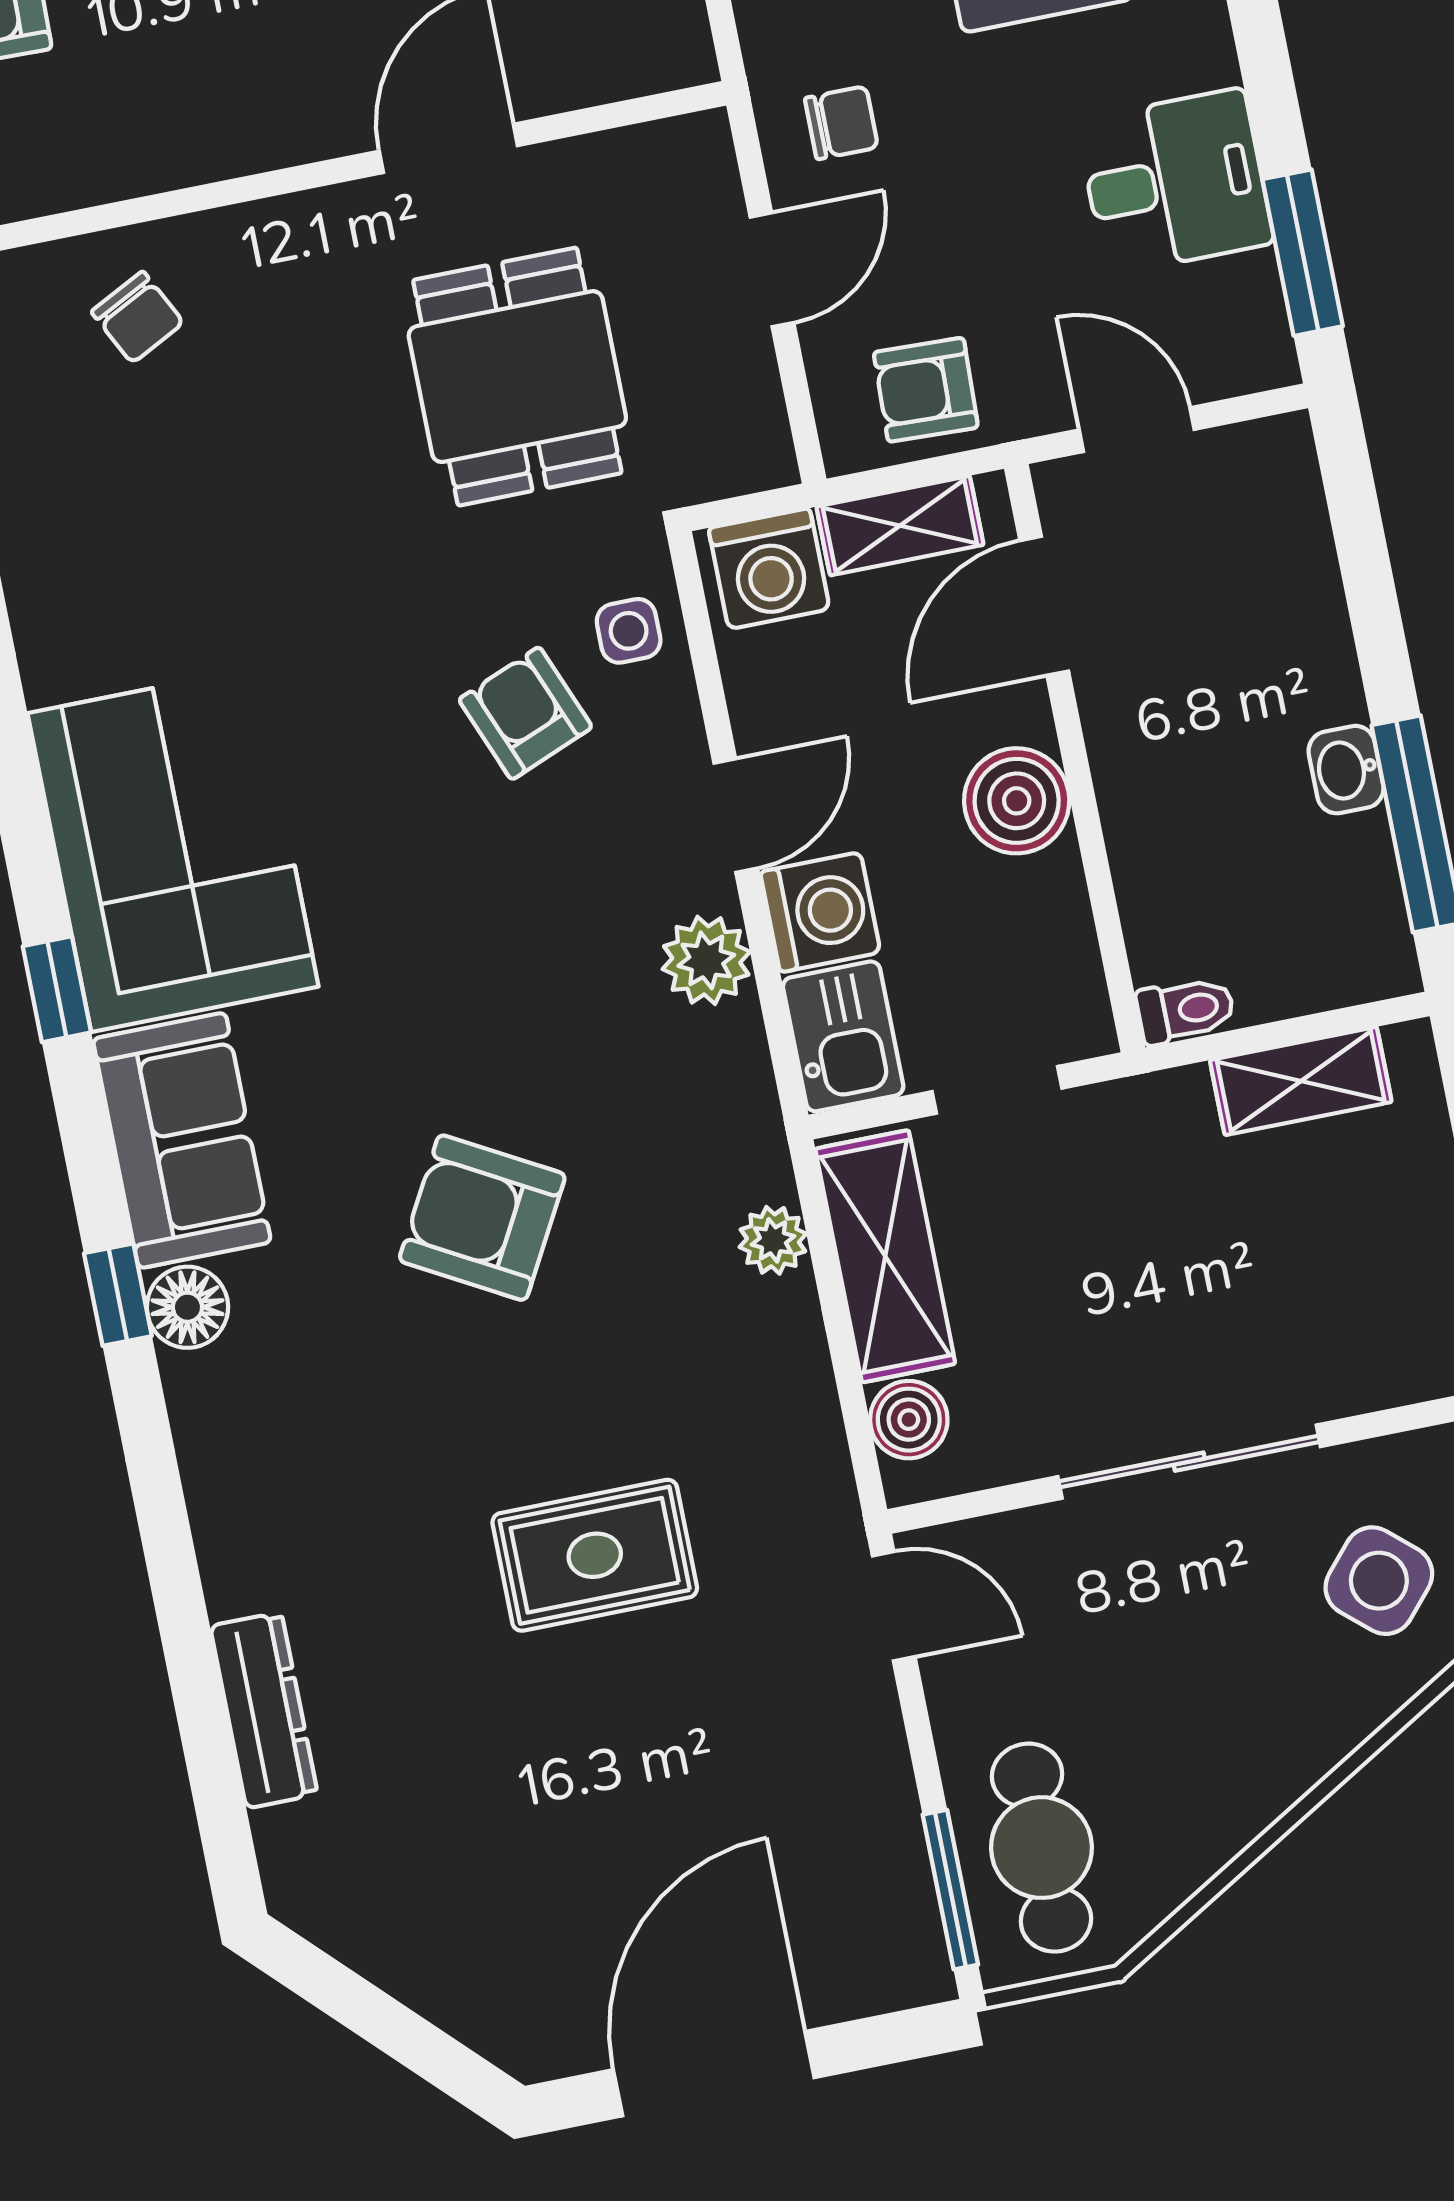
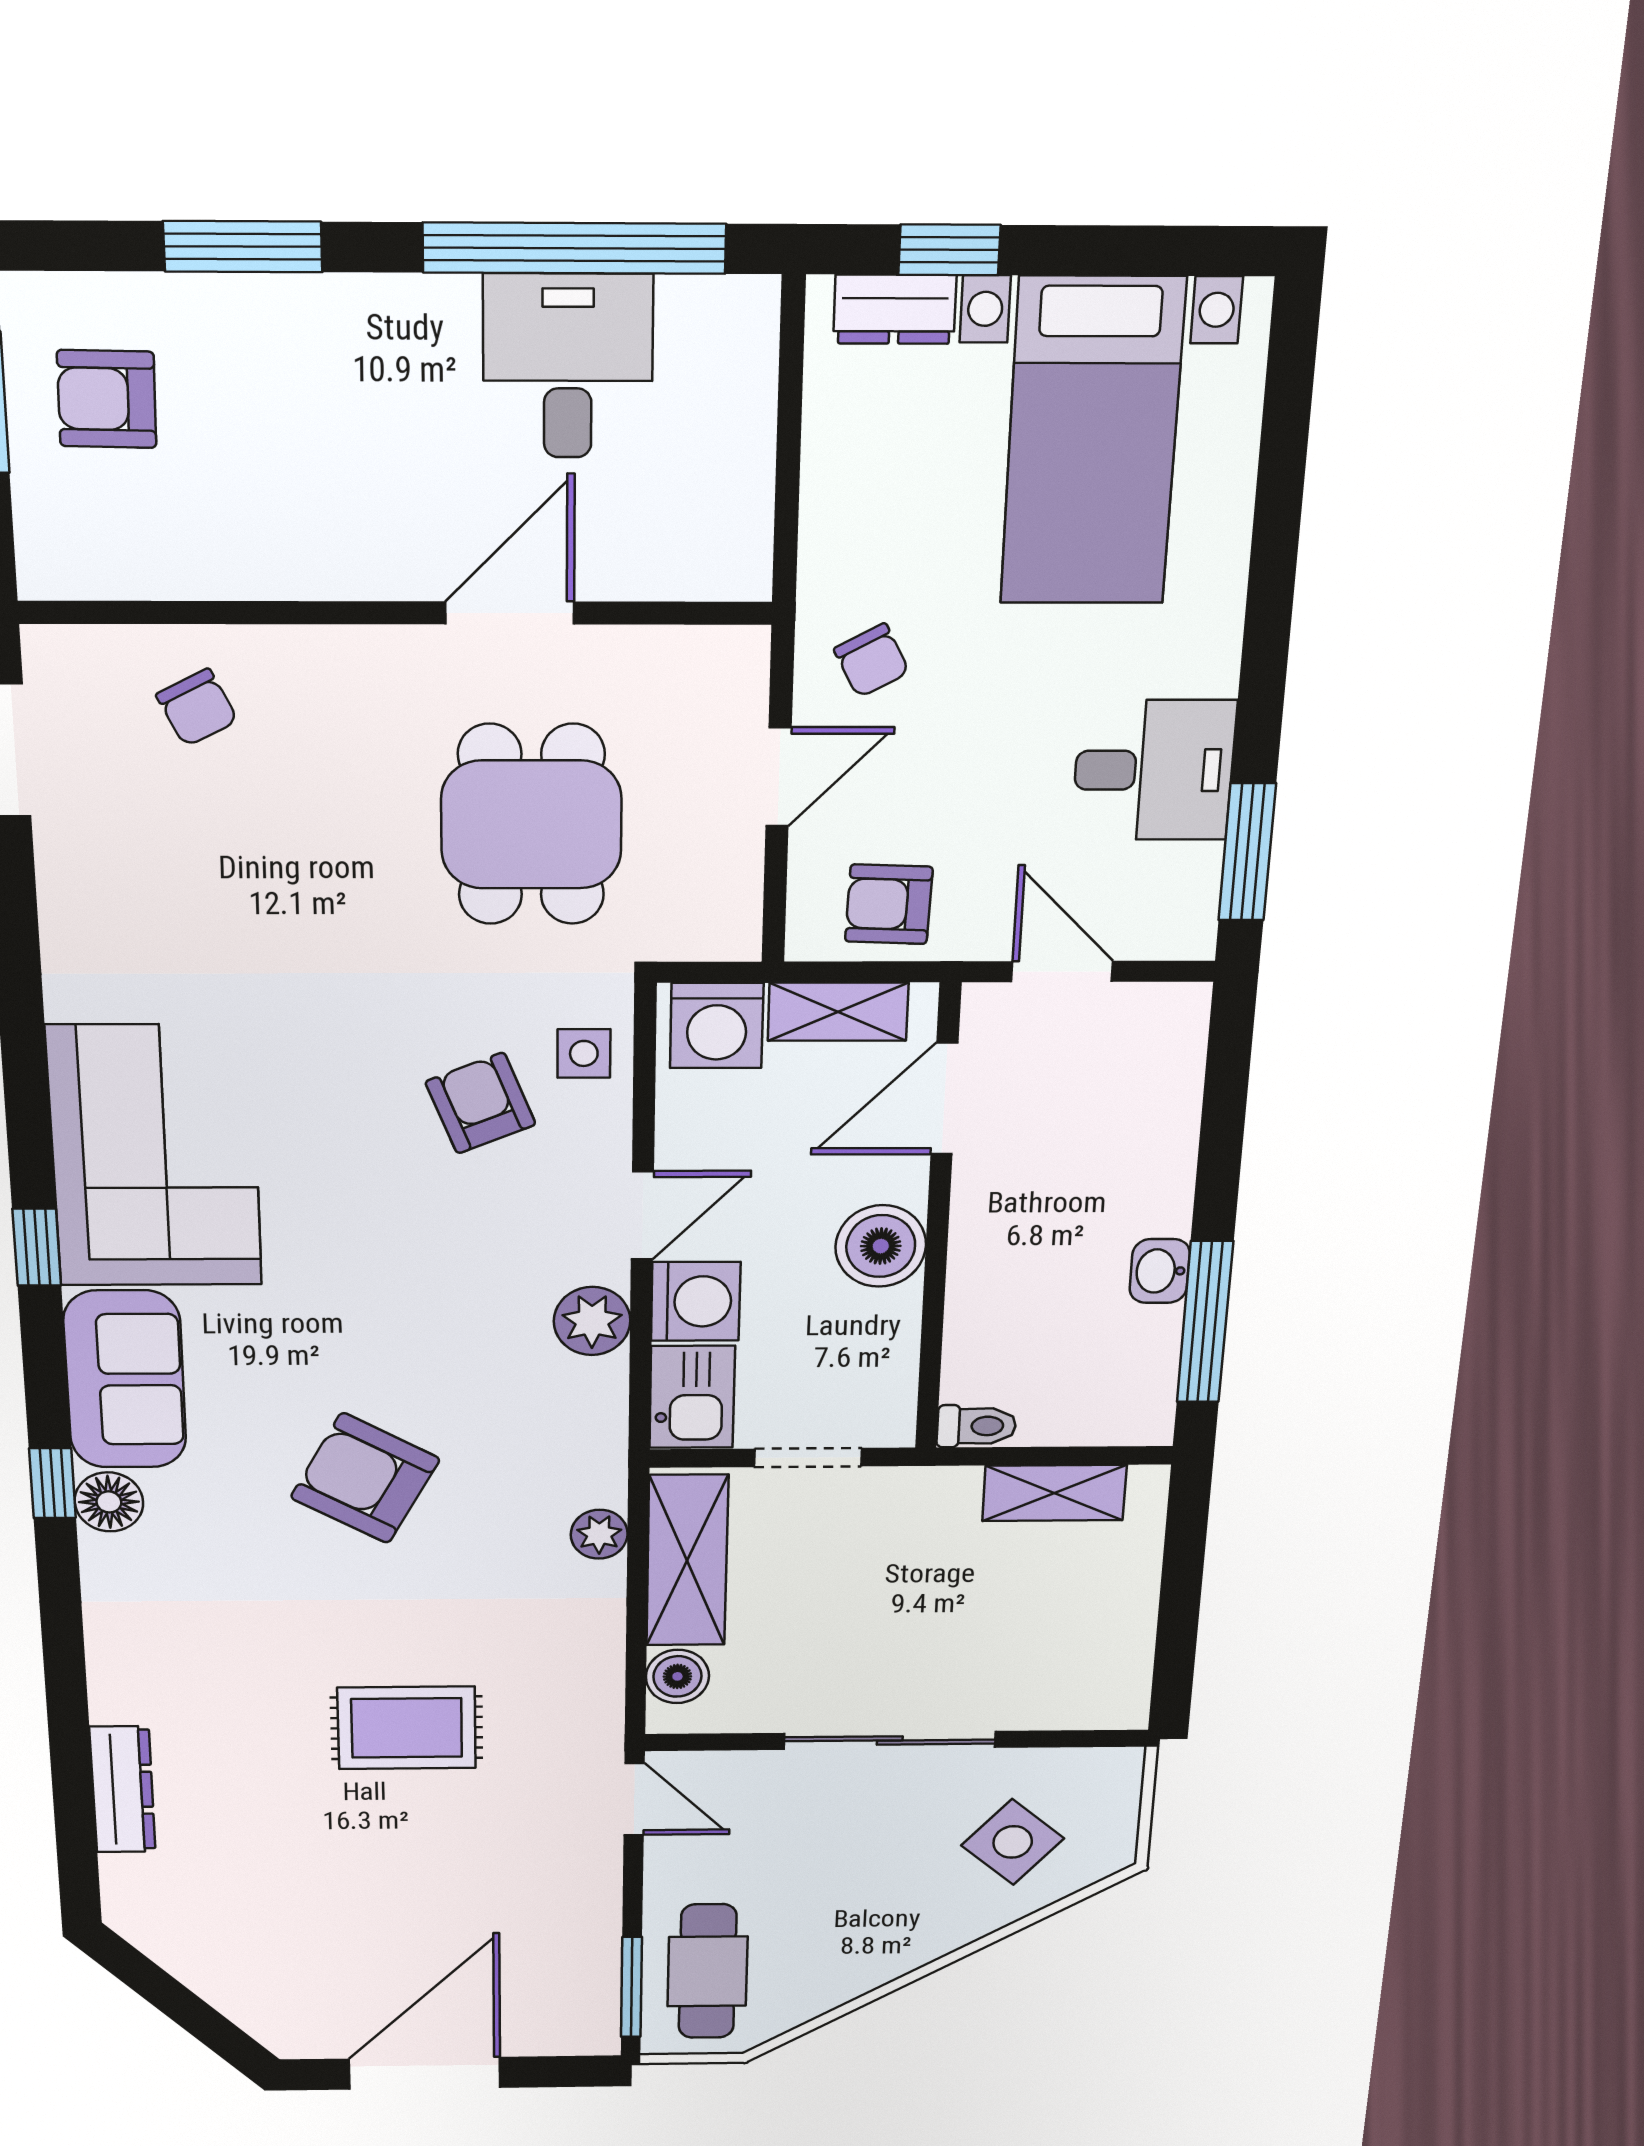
chair: (841, 123) -> (872, 661), turned 62

